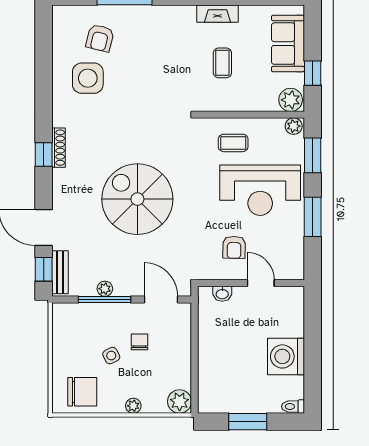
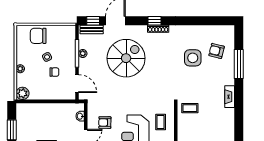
fireplace: (217, 14) -> (230, 97), moved
coffee table: (222, 63) -> (190, 108), moved
side table: (88, 78) -> (193, 58), moved
spiral stairs: (137, 199) -> (126, 58), moved
door: (161, 299) -> (77, 84), hinge flipped
chair: (82, 392) -> (38, 36), moved, turned 90

